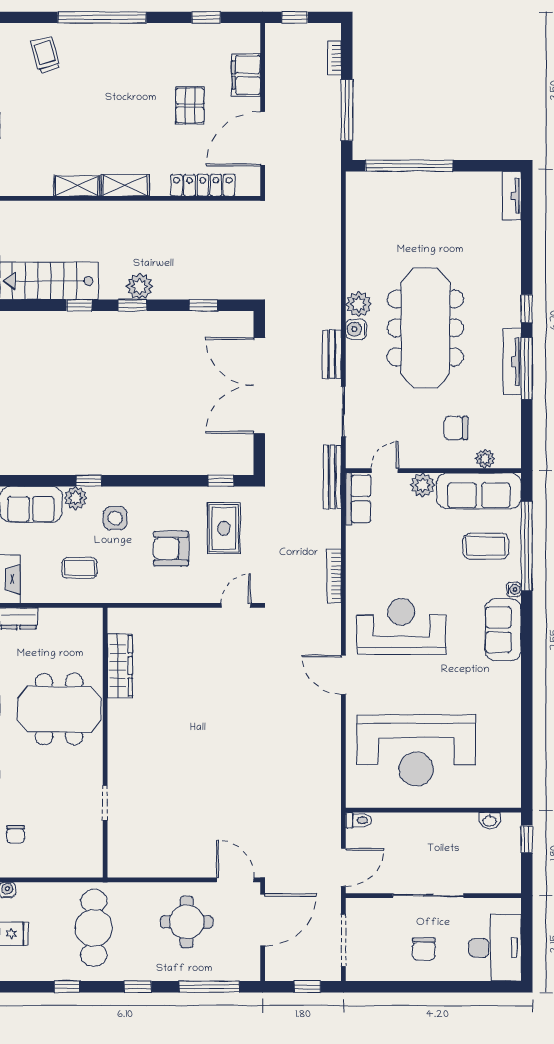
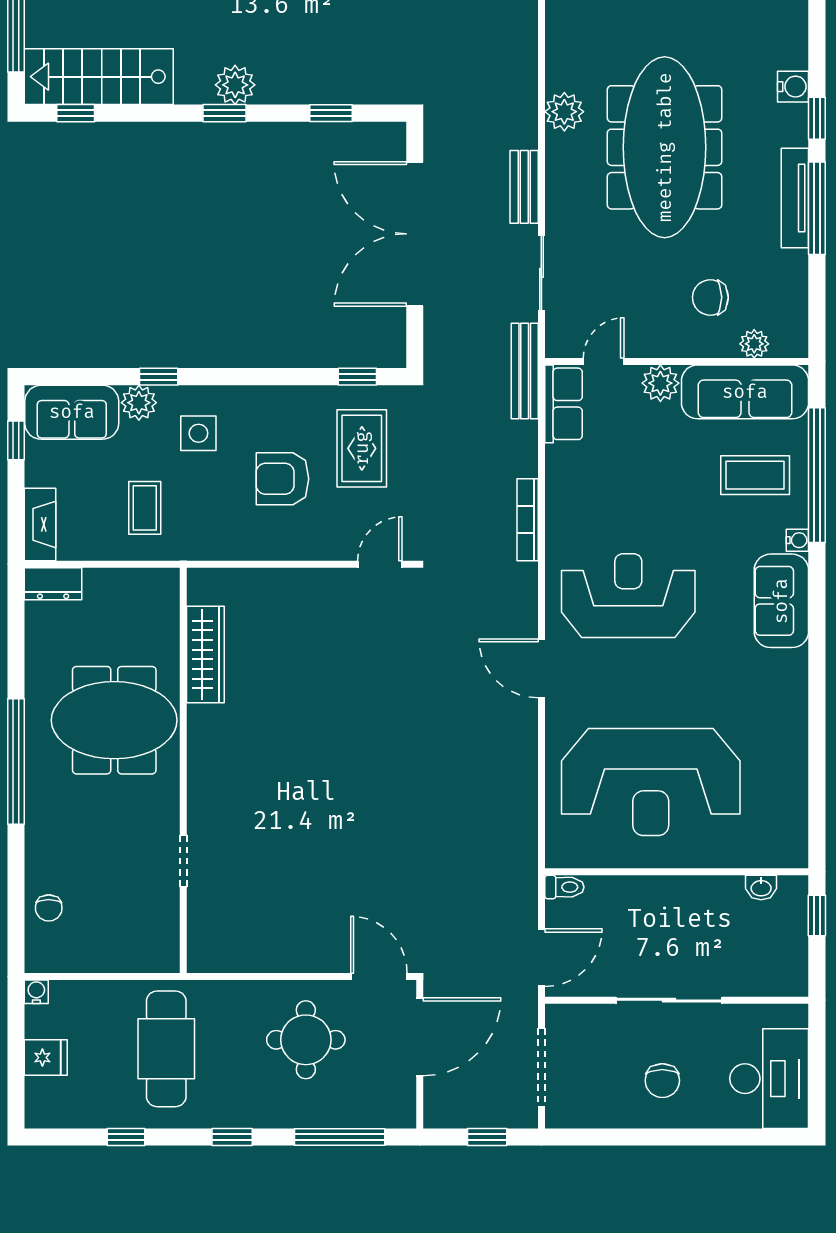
window: (79, 305) -> (76, 113), moved
water cooler: (356, 329) -> (793, 87), moved, turned 180
coffee table: (79, 568) -> (145, 508), turned 90

